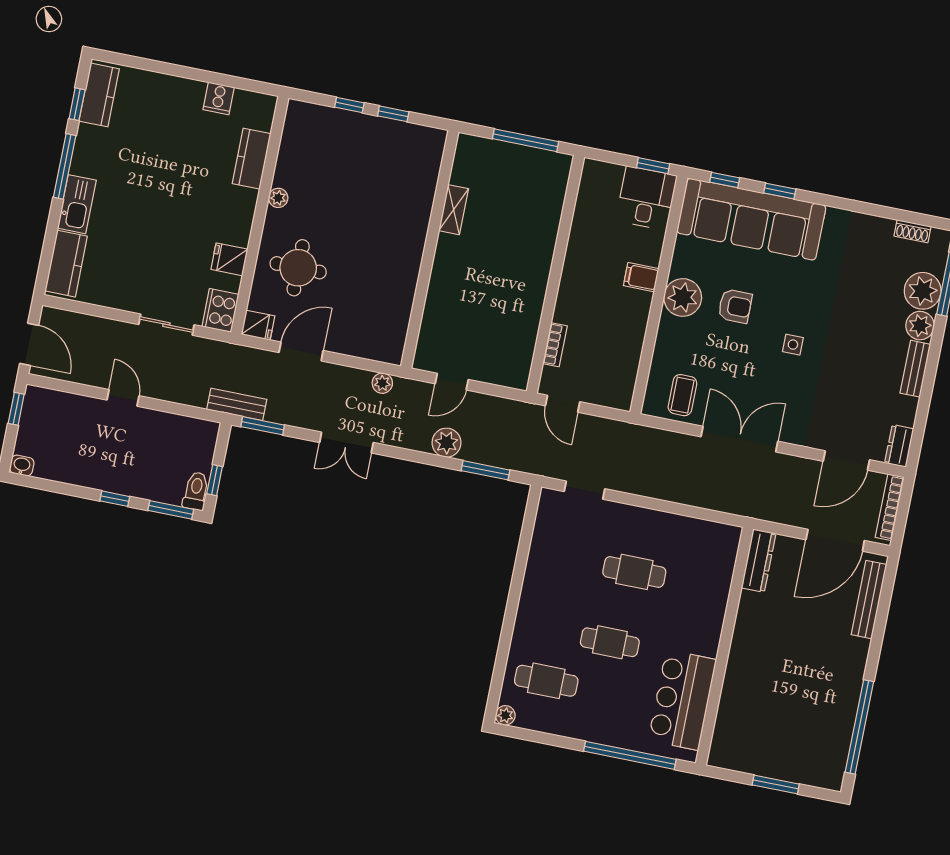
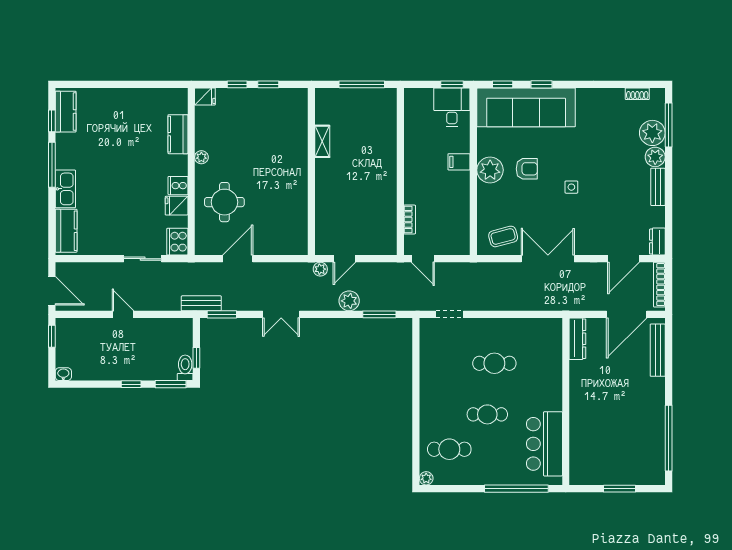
cooker: (219, 98) -> (178, 186), moved, turned 90
fridge: (258, 325) -> (205, 97), moved
plant: (382, 383) -> (320, 269), moved
coffee table: (682, 395) -> (503, 236), turned 75

